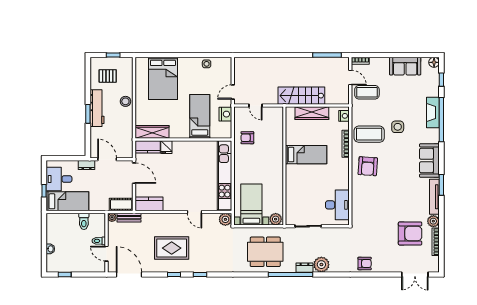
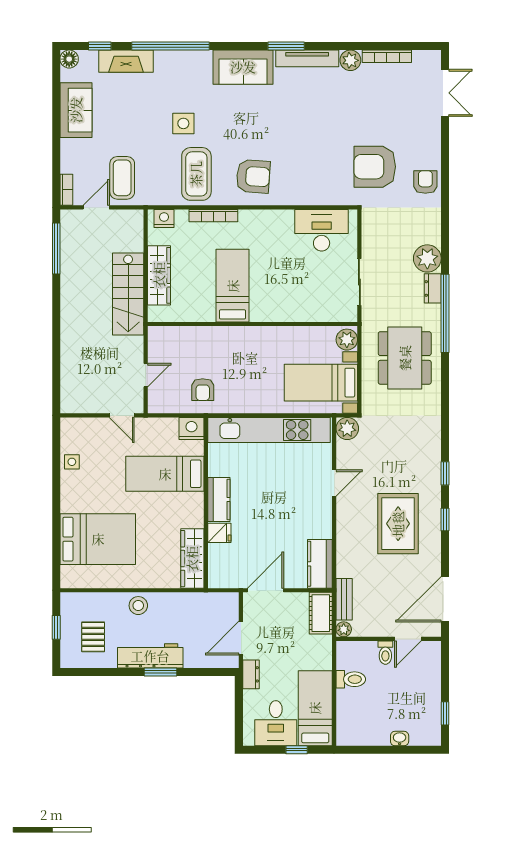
fireplace: (433, 112) -> (126, 61), moved
nightstand: (225, 114) -> (191, 428), moved
kitchen counter: (148, 147) -> (219, 500), moved
armchair: (410, 233) -> (375, 167), moved, turned -90

